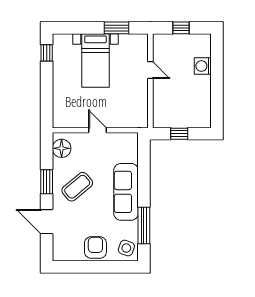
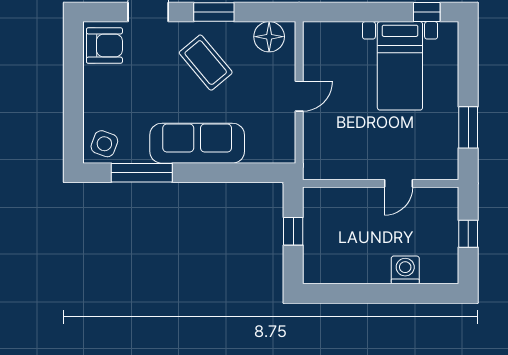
bed with nightstands: (95, 60) -> (400, 66), moved, turned -90
armchair: (95, 248) -> (104, 46), moved

